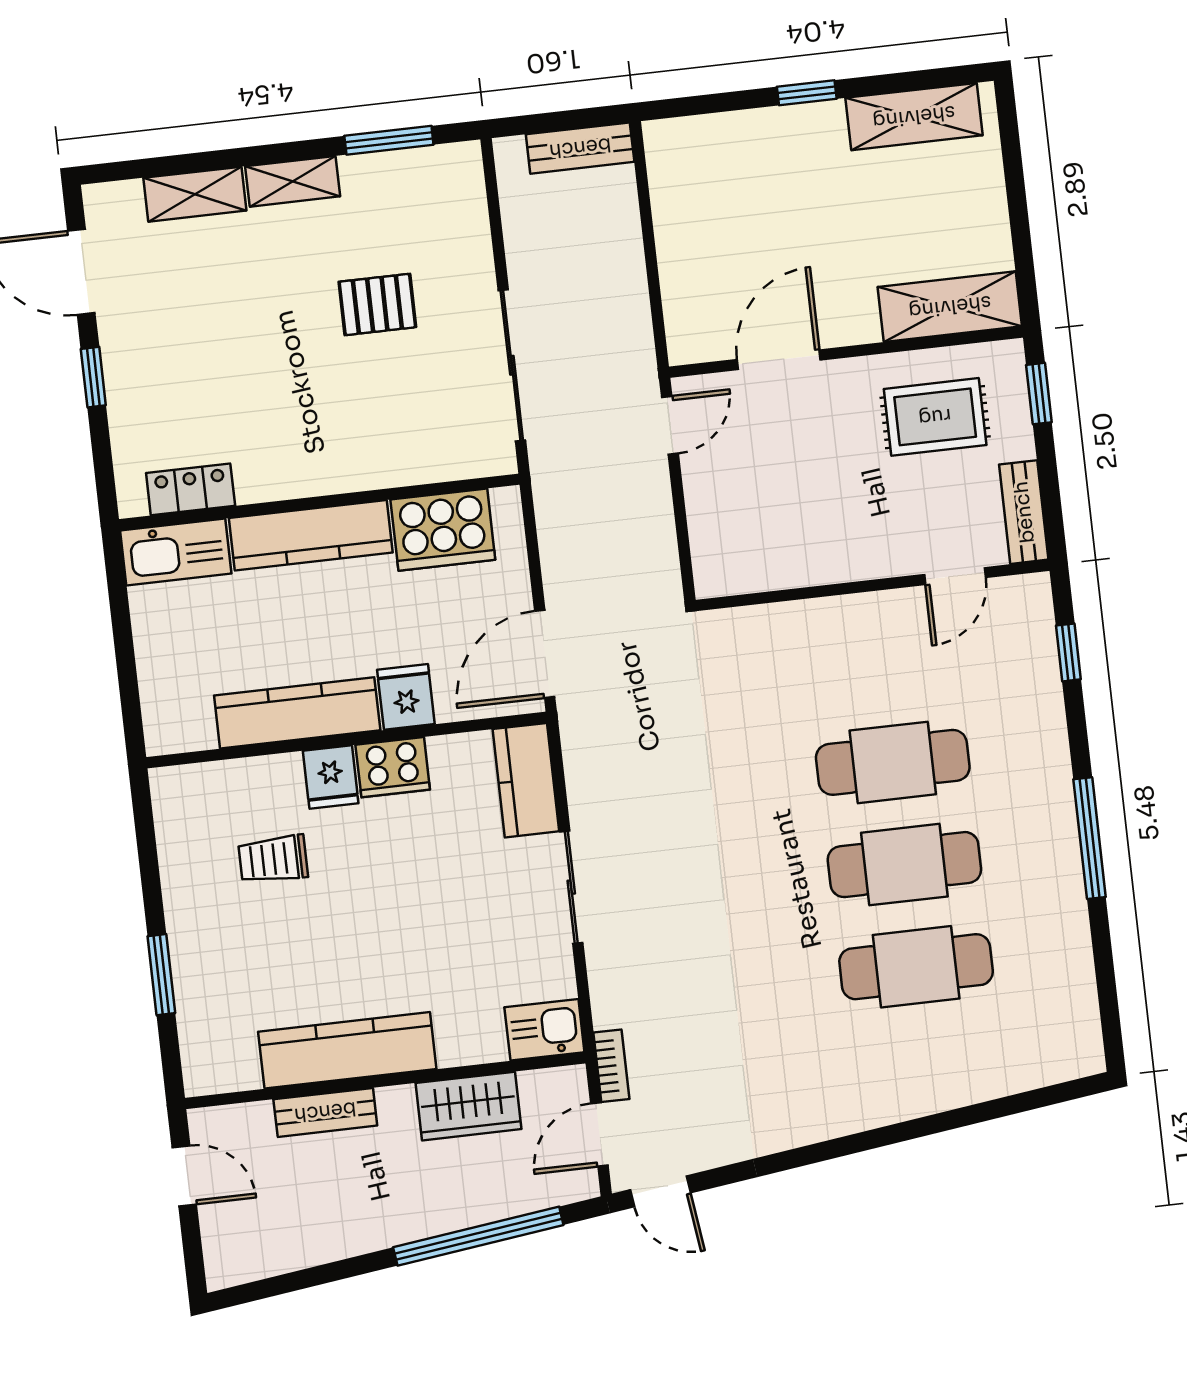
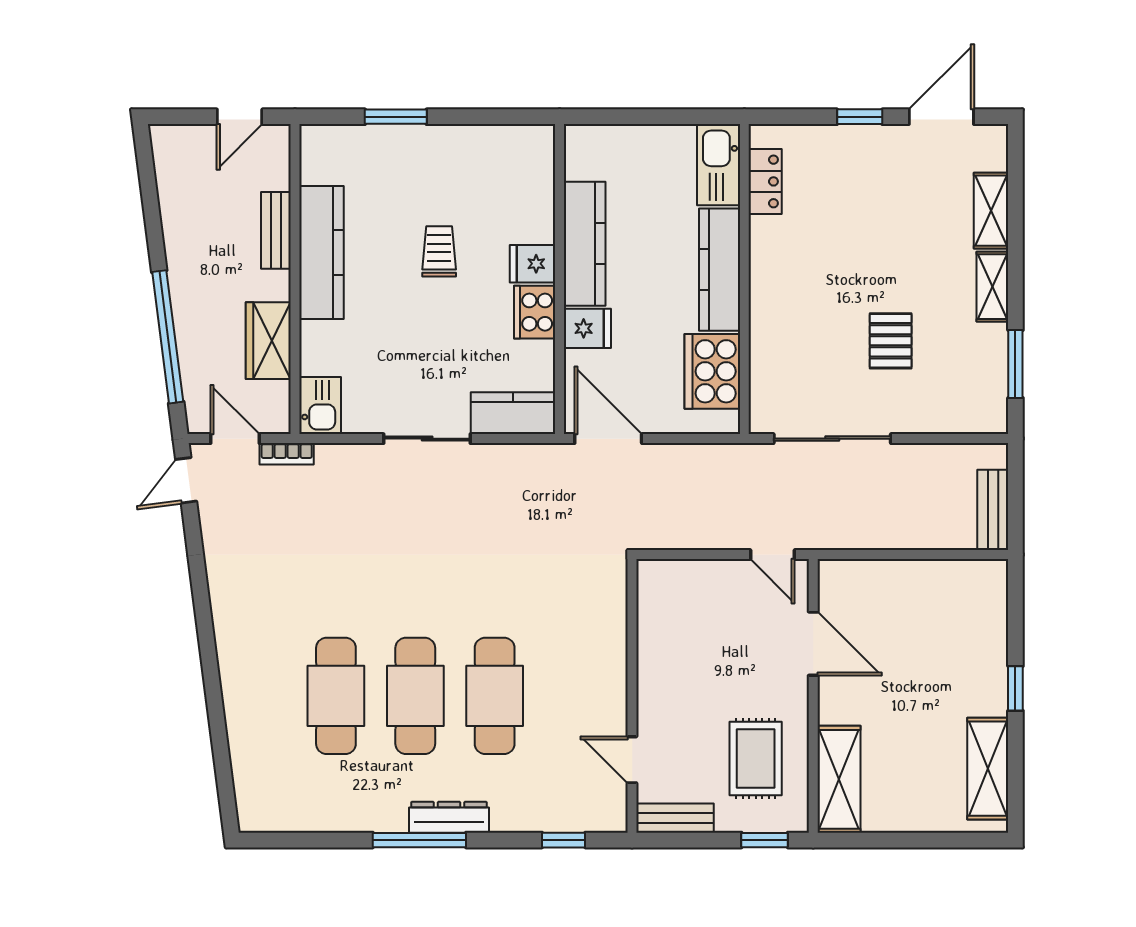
dresser: (1056, 803) -> (449, 817), added
trolley: (273, 859) -> (439, 251), moved

